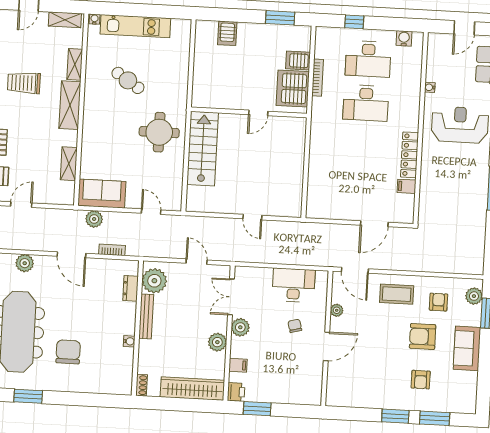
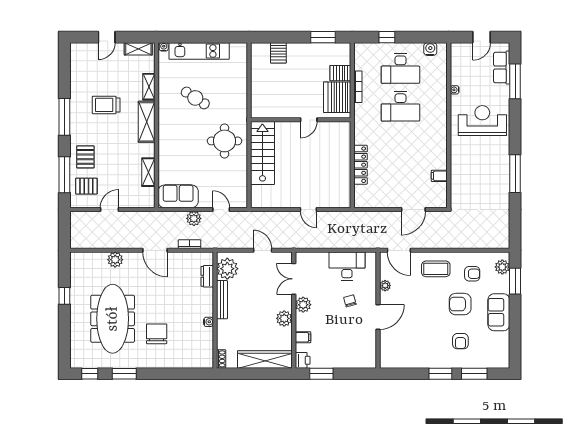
locker: (409, 155) -> (361, 165), moved, turned 180
plant: (94, 219) -> (194, 218), moved
armchair: (438, 302) -> (472, 274), turned 90

